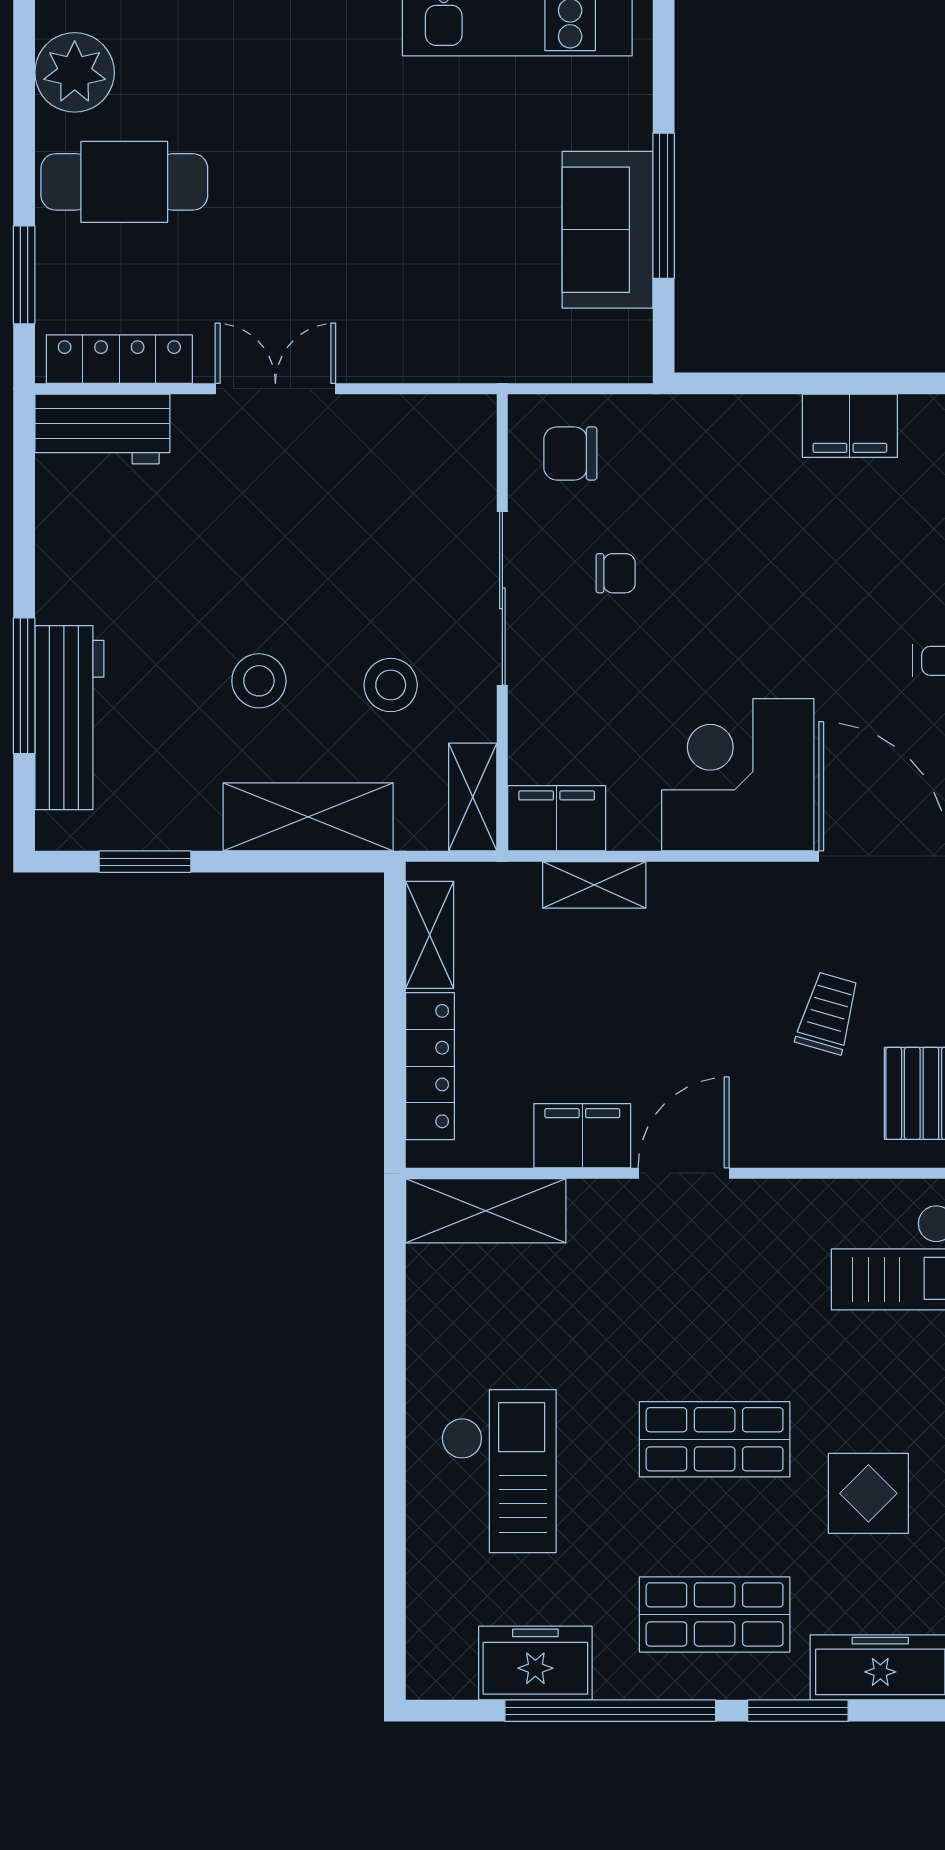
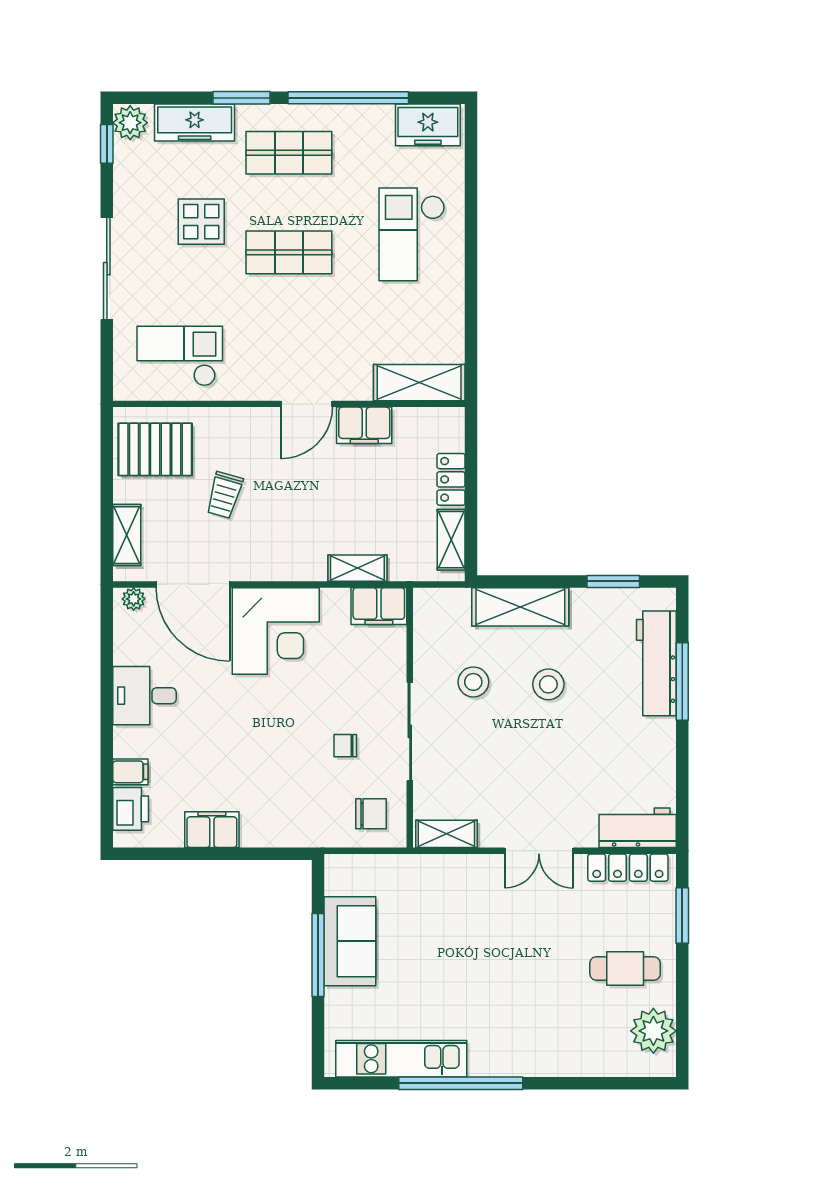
cafe table: (124, 182) -> (625, 968), width x0.73, depth x0.74
shelving: (473, 797) -> (446, 834), moved, turned 90
locker: (430, 1066) -> (451, 479), width x0.66
freezer: (535, 1663) -> (428, 125), moved

